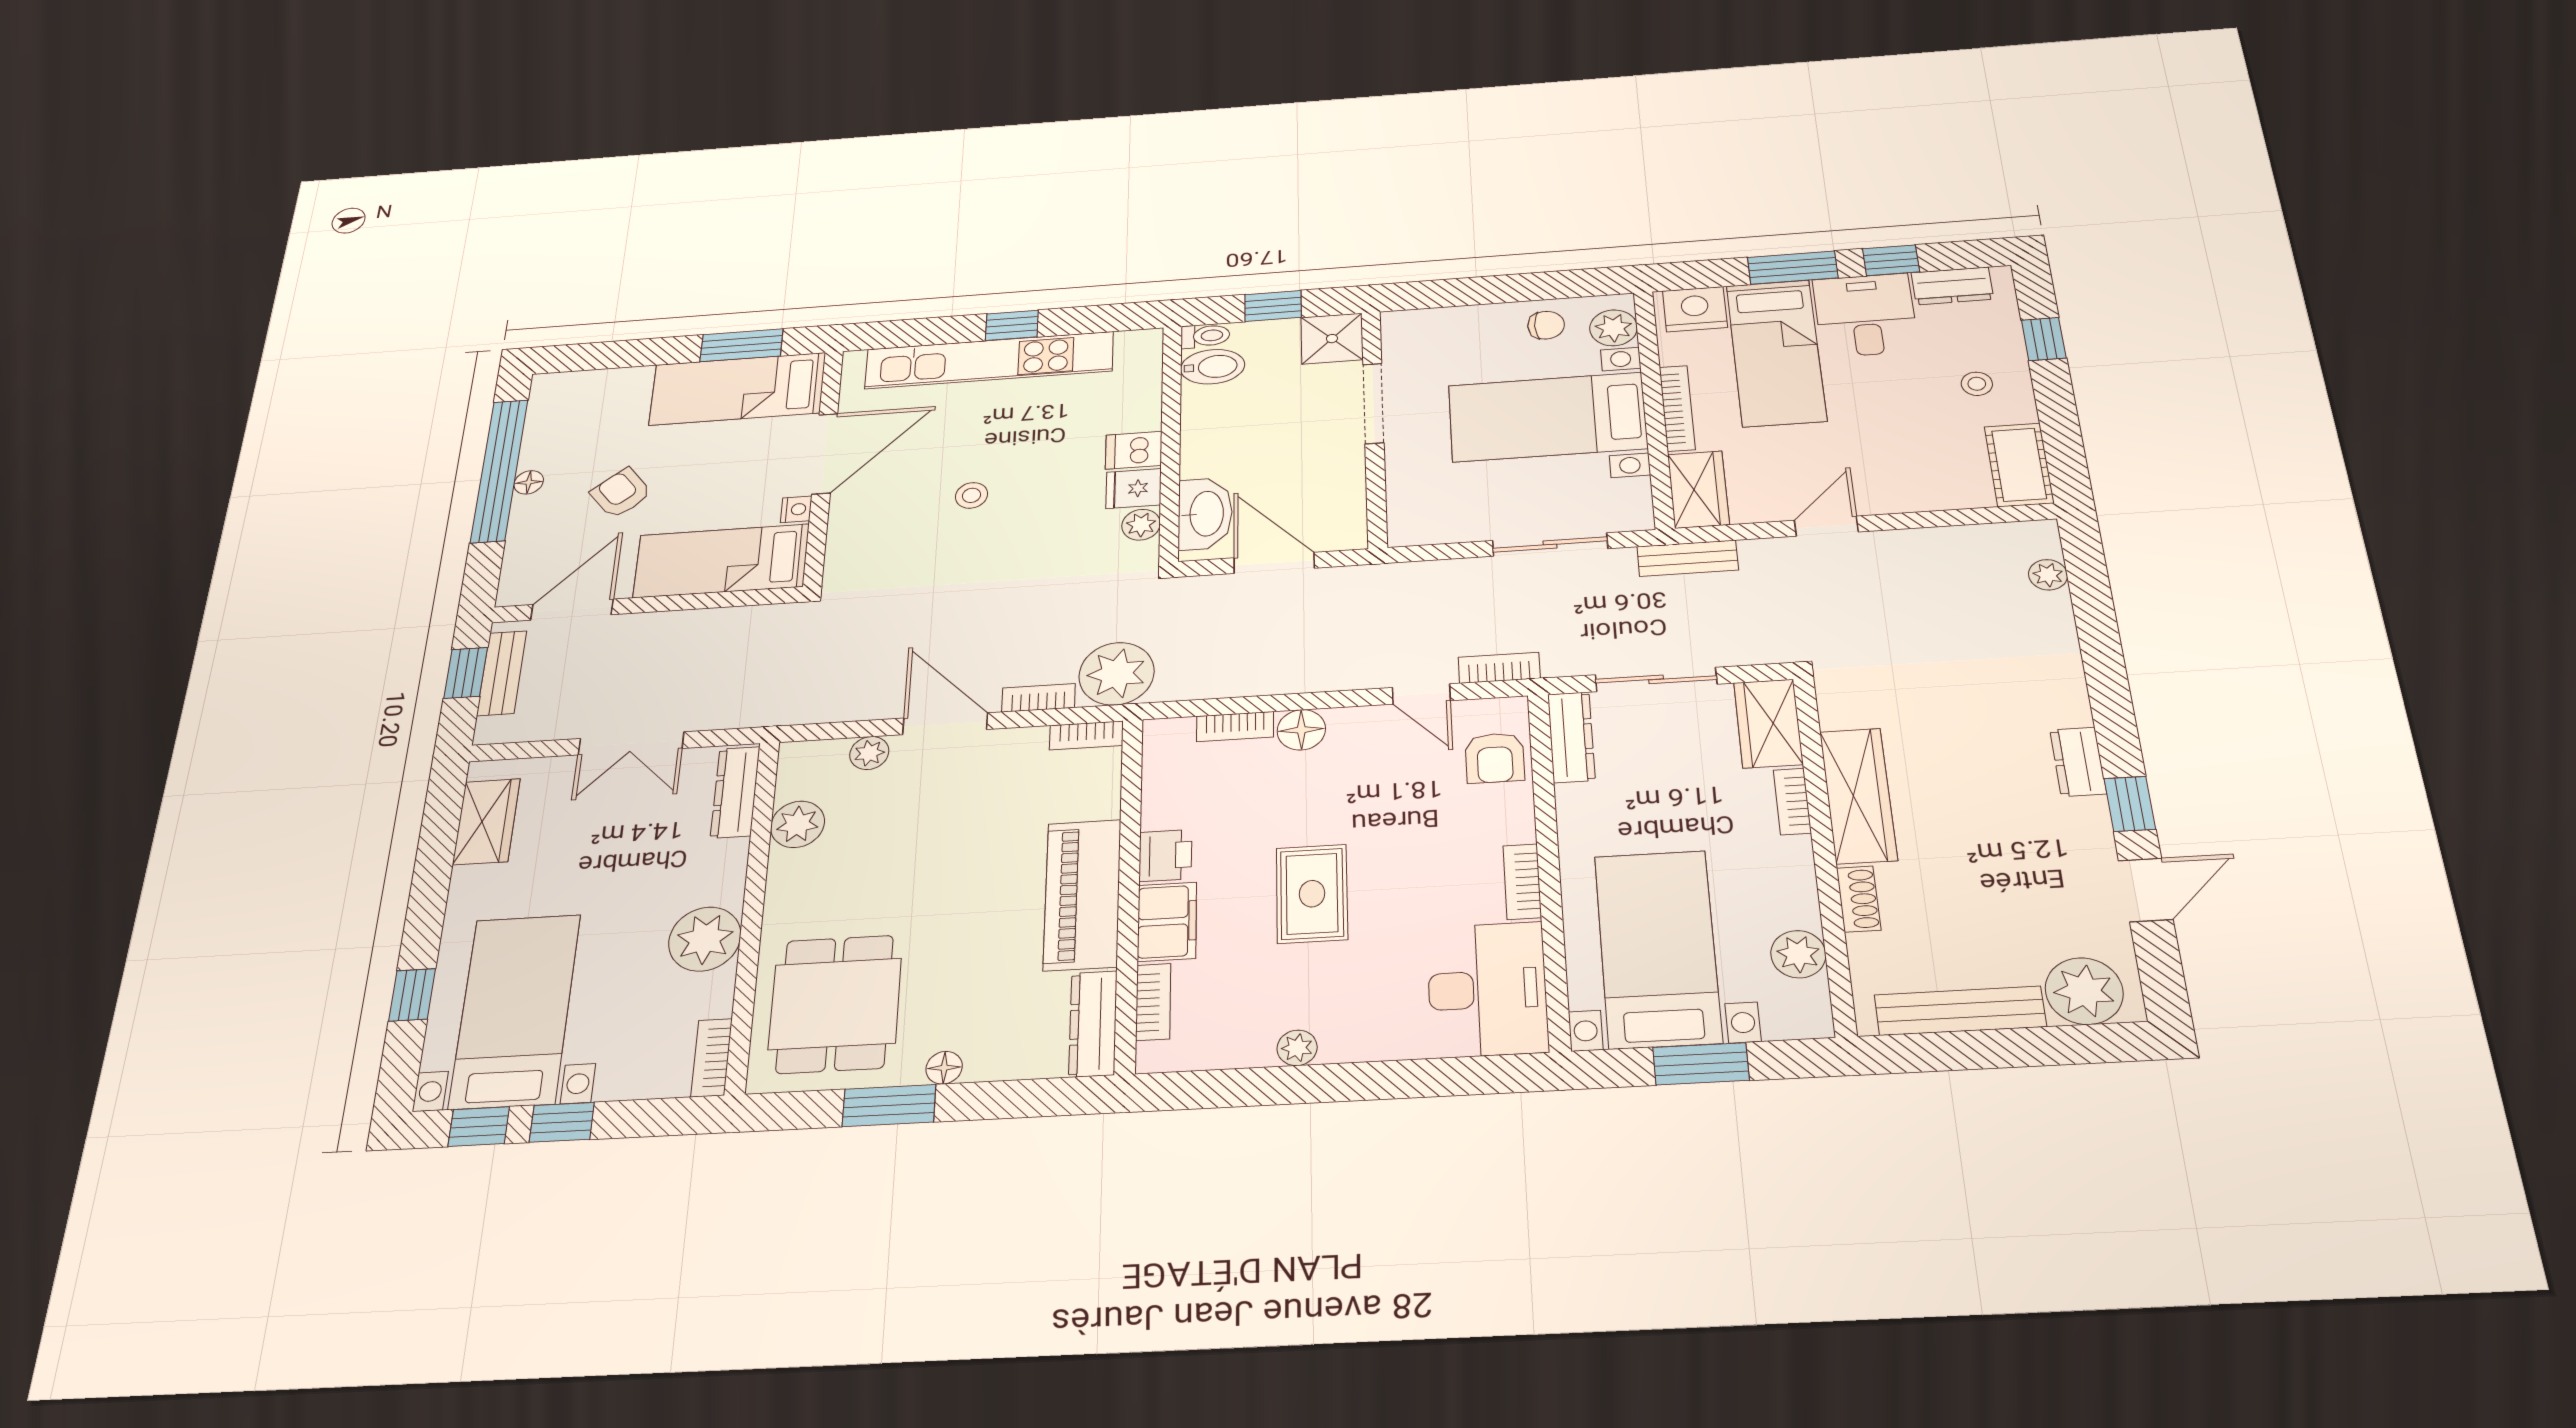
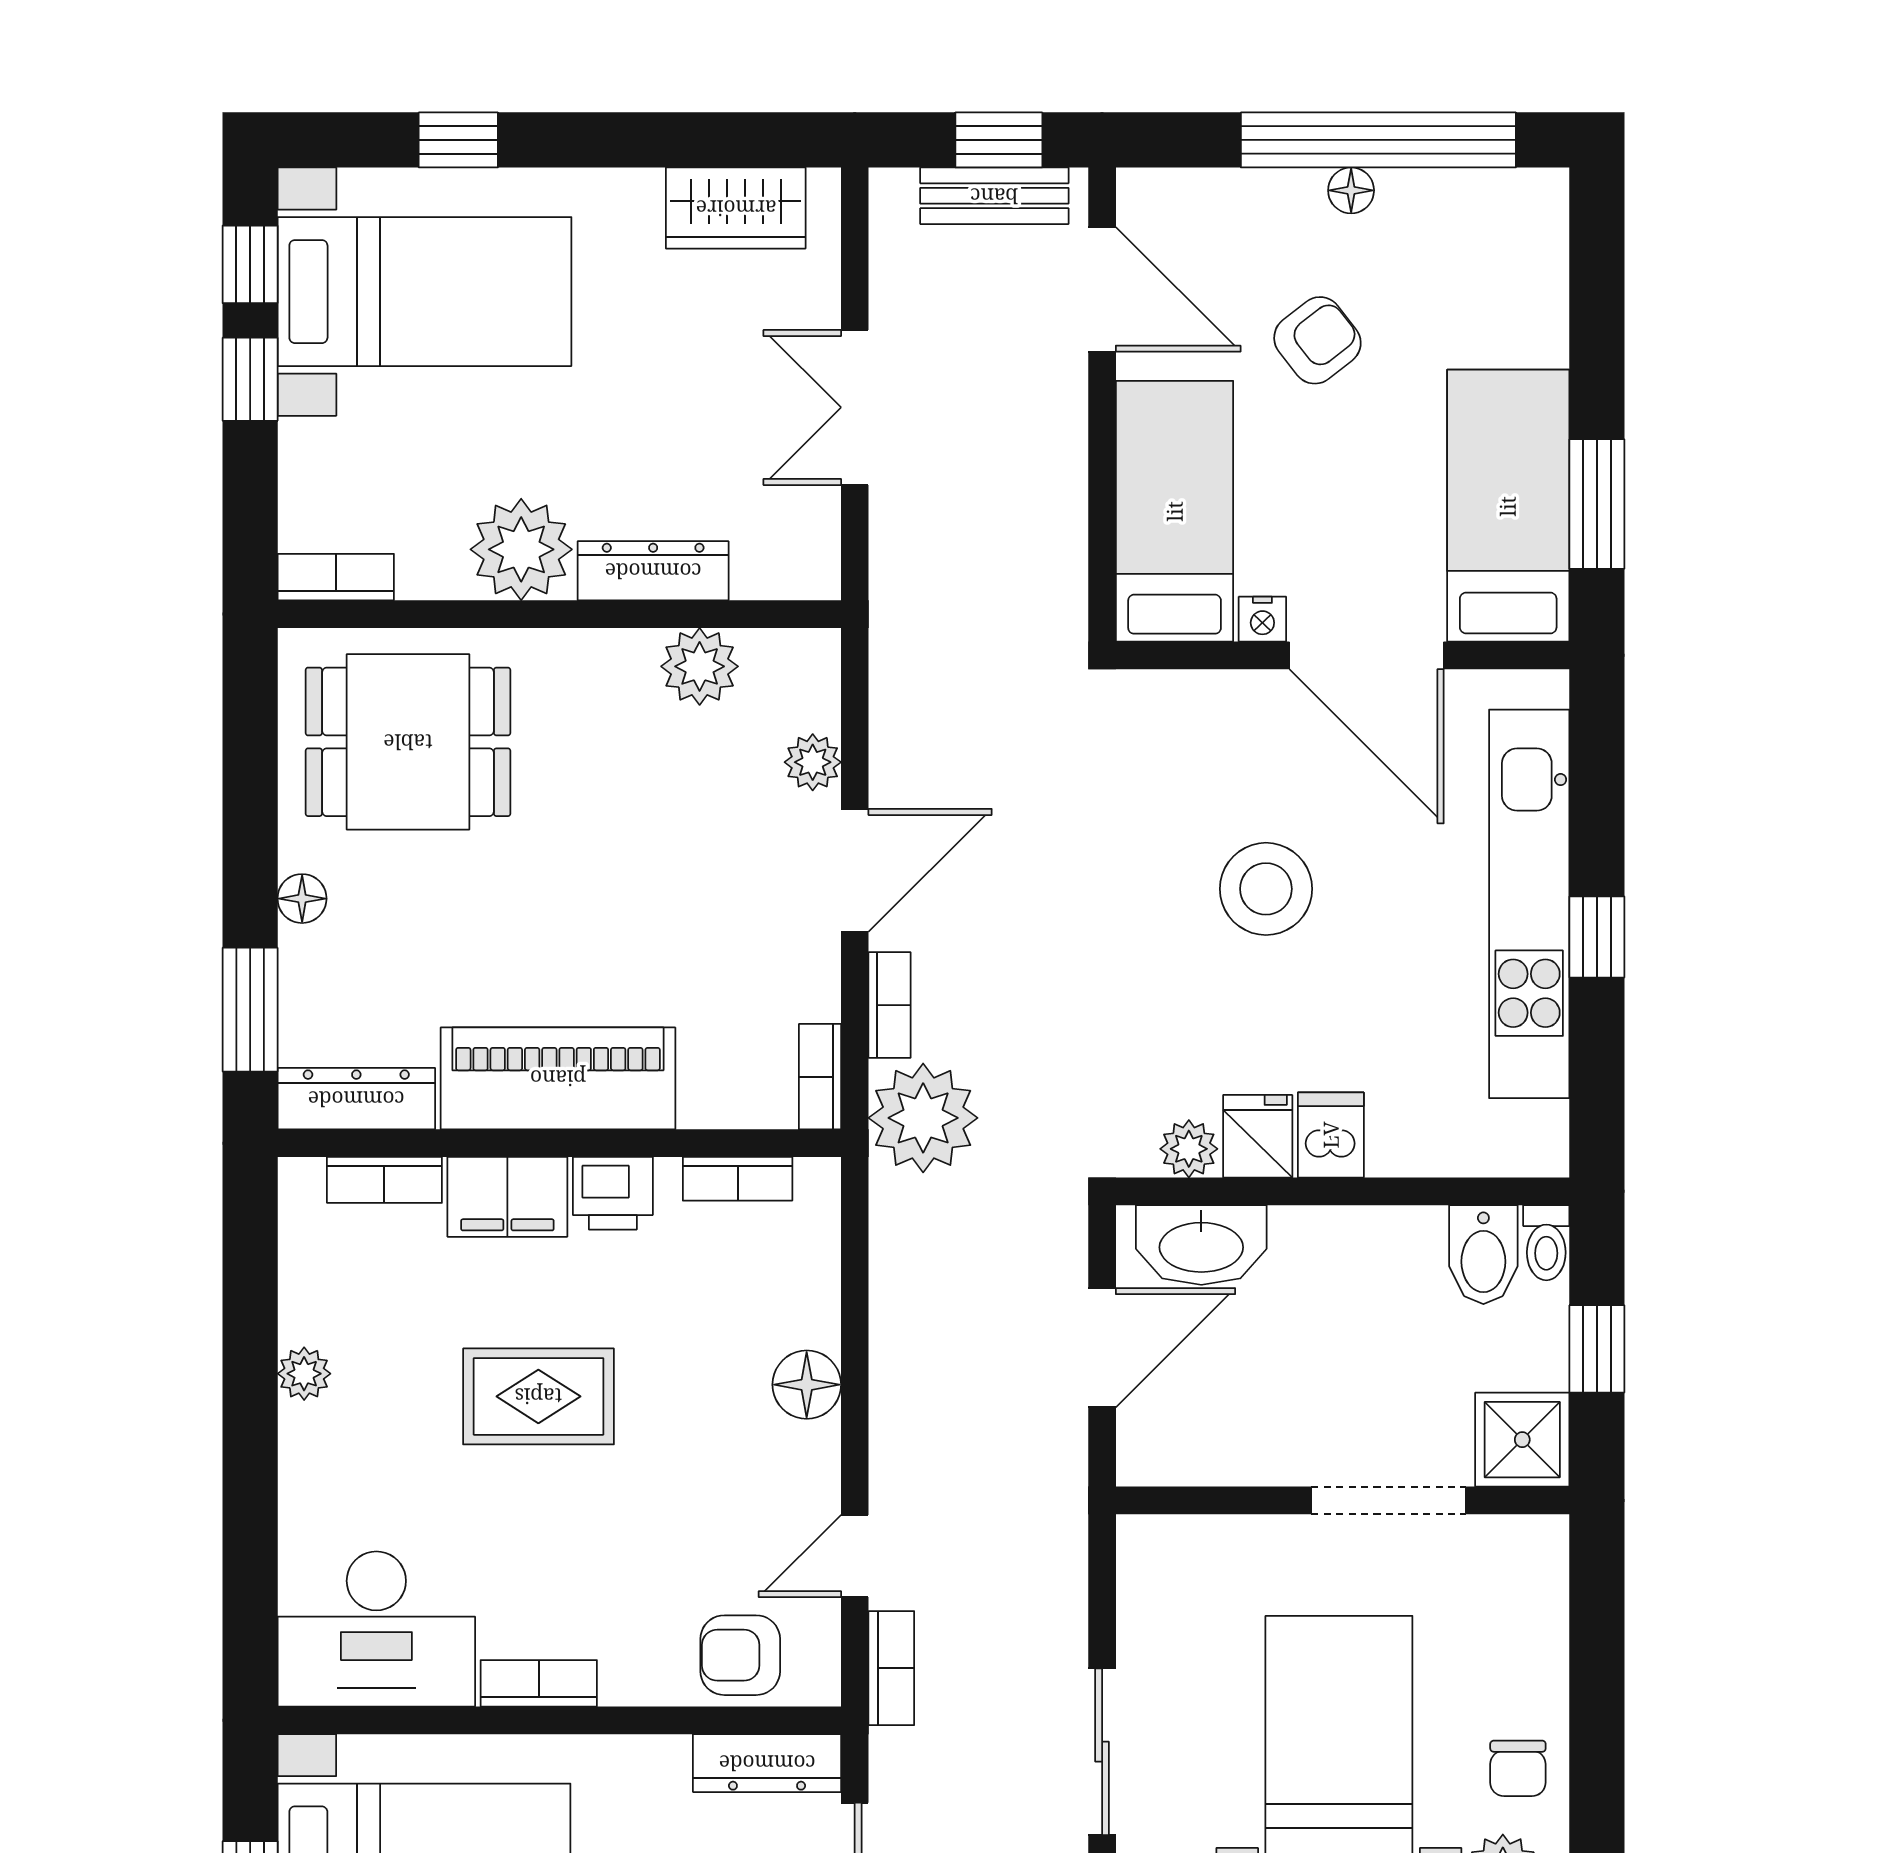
stool: (972, 495) -> (1266, 889), width x1.89, depth x1.89
bookcase: (1235, 727) -> (738, 1179), moved, turned -90
dresser: (735, 792) -> (653, 571), moved
window: (889, 1106) -> (250, 1010), moved

